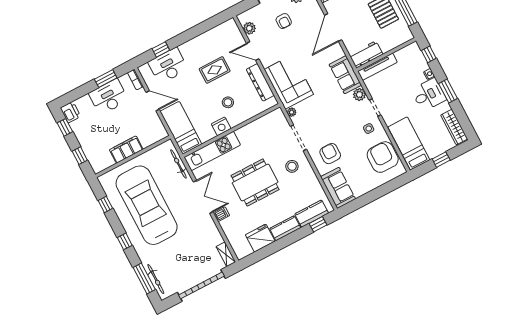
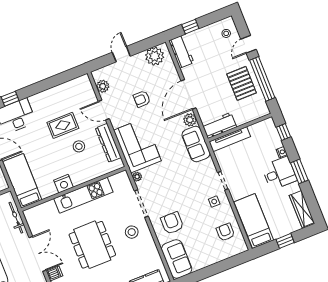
armchair: (284, 21) -> (142, 99), moved, turned 90
plant: (359, 95) -> (190, 120), moved
stool: (228, 102) -> (79, 146), moved
kitchen unit: (212, 151) -> (83, 195), moved
armchair: (383, 157) -> (225, 232), width x0.53, depth x0.53
dining table: (255, 183) -> (92, 245), turned 90

